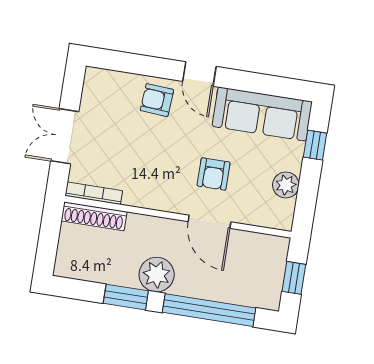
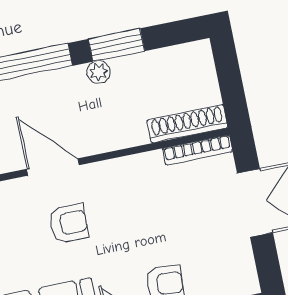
armchair: (214, 174) -> (69, 223), turned 90
plant: (157, 275) -> (99, 72), width x0.53, depth x0.53

